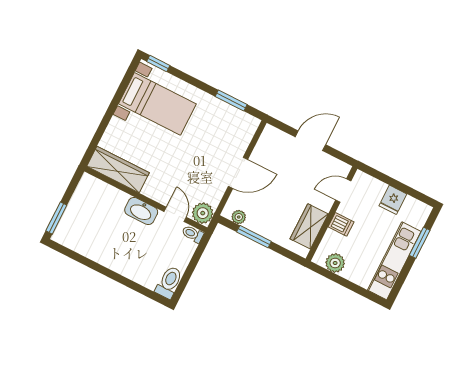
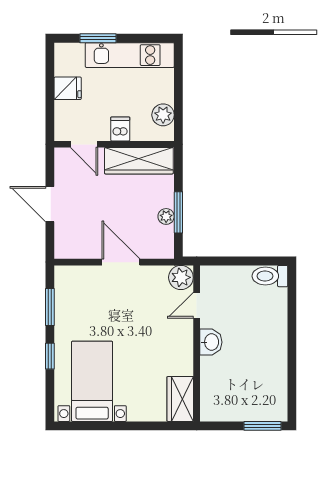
window: (158, 64) -> (50, 356), moved
wardrobe: (118, 170) -> (180, 399), width x0.67
washbasin: (141, 211) -> (211, 342), width x0.72
plant: (239, 217) -> (166, 216), moved
wardrobe: (309, 226) -> (139, 161), width x1.50
toilet: (193, 234) -> (208, 277), removed

